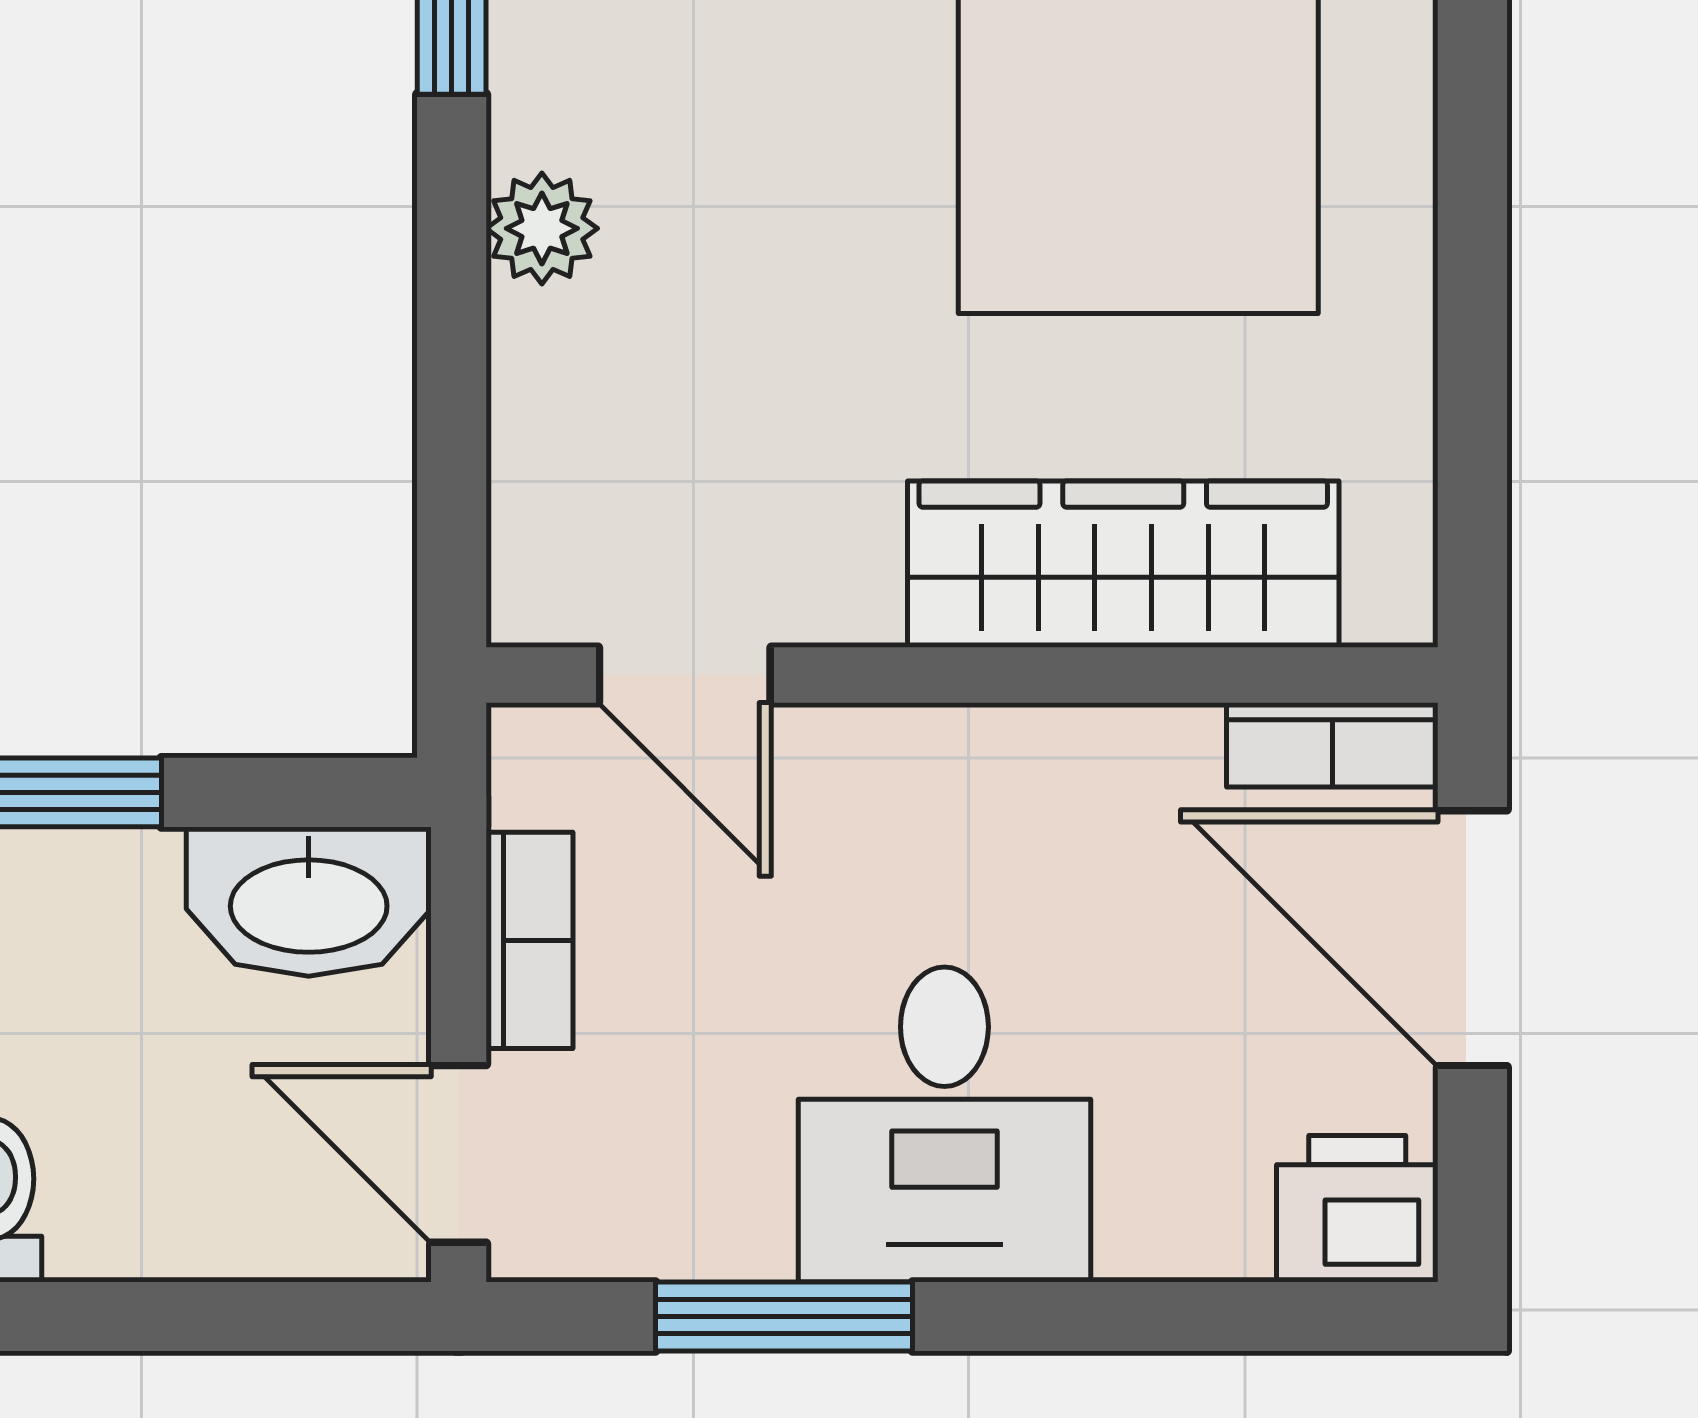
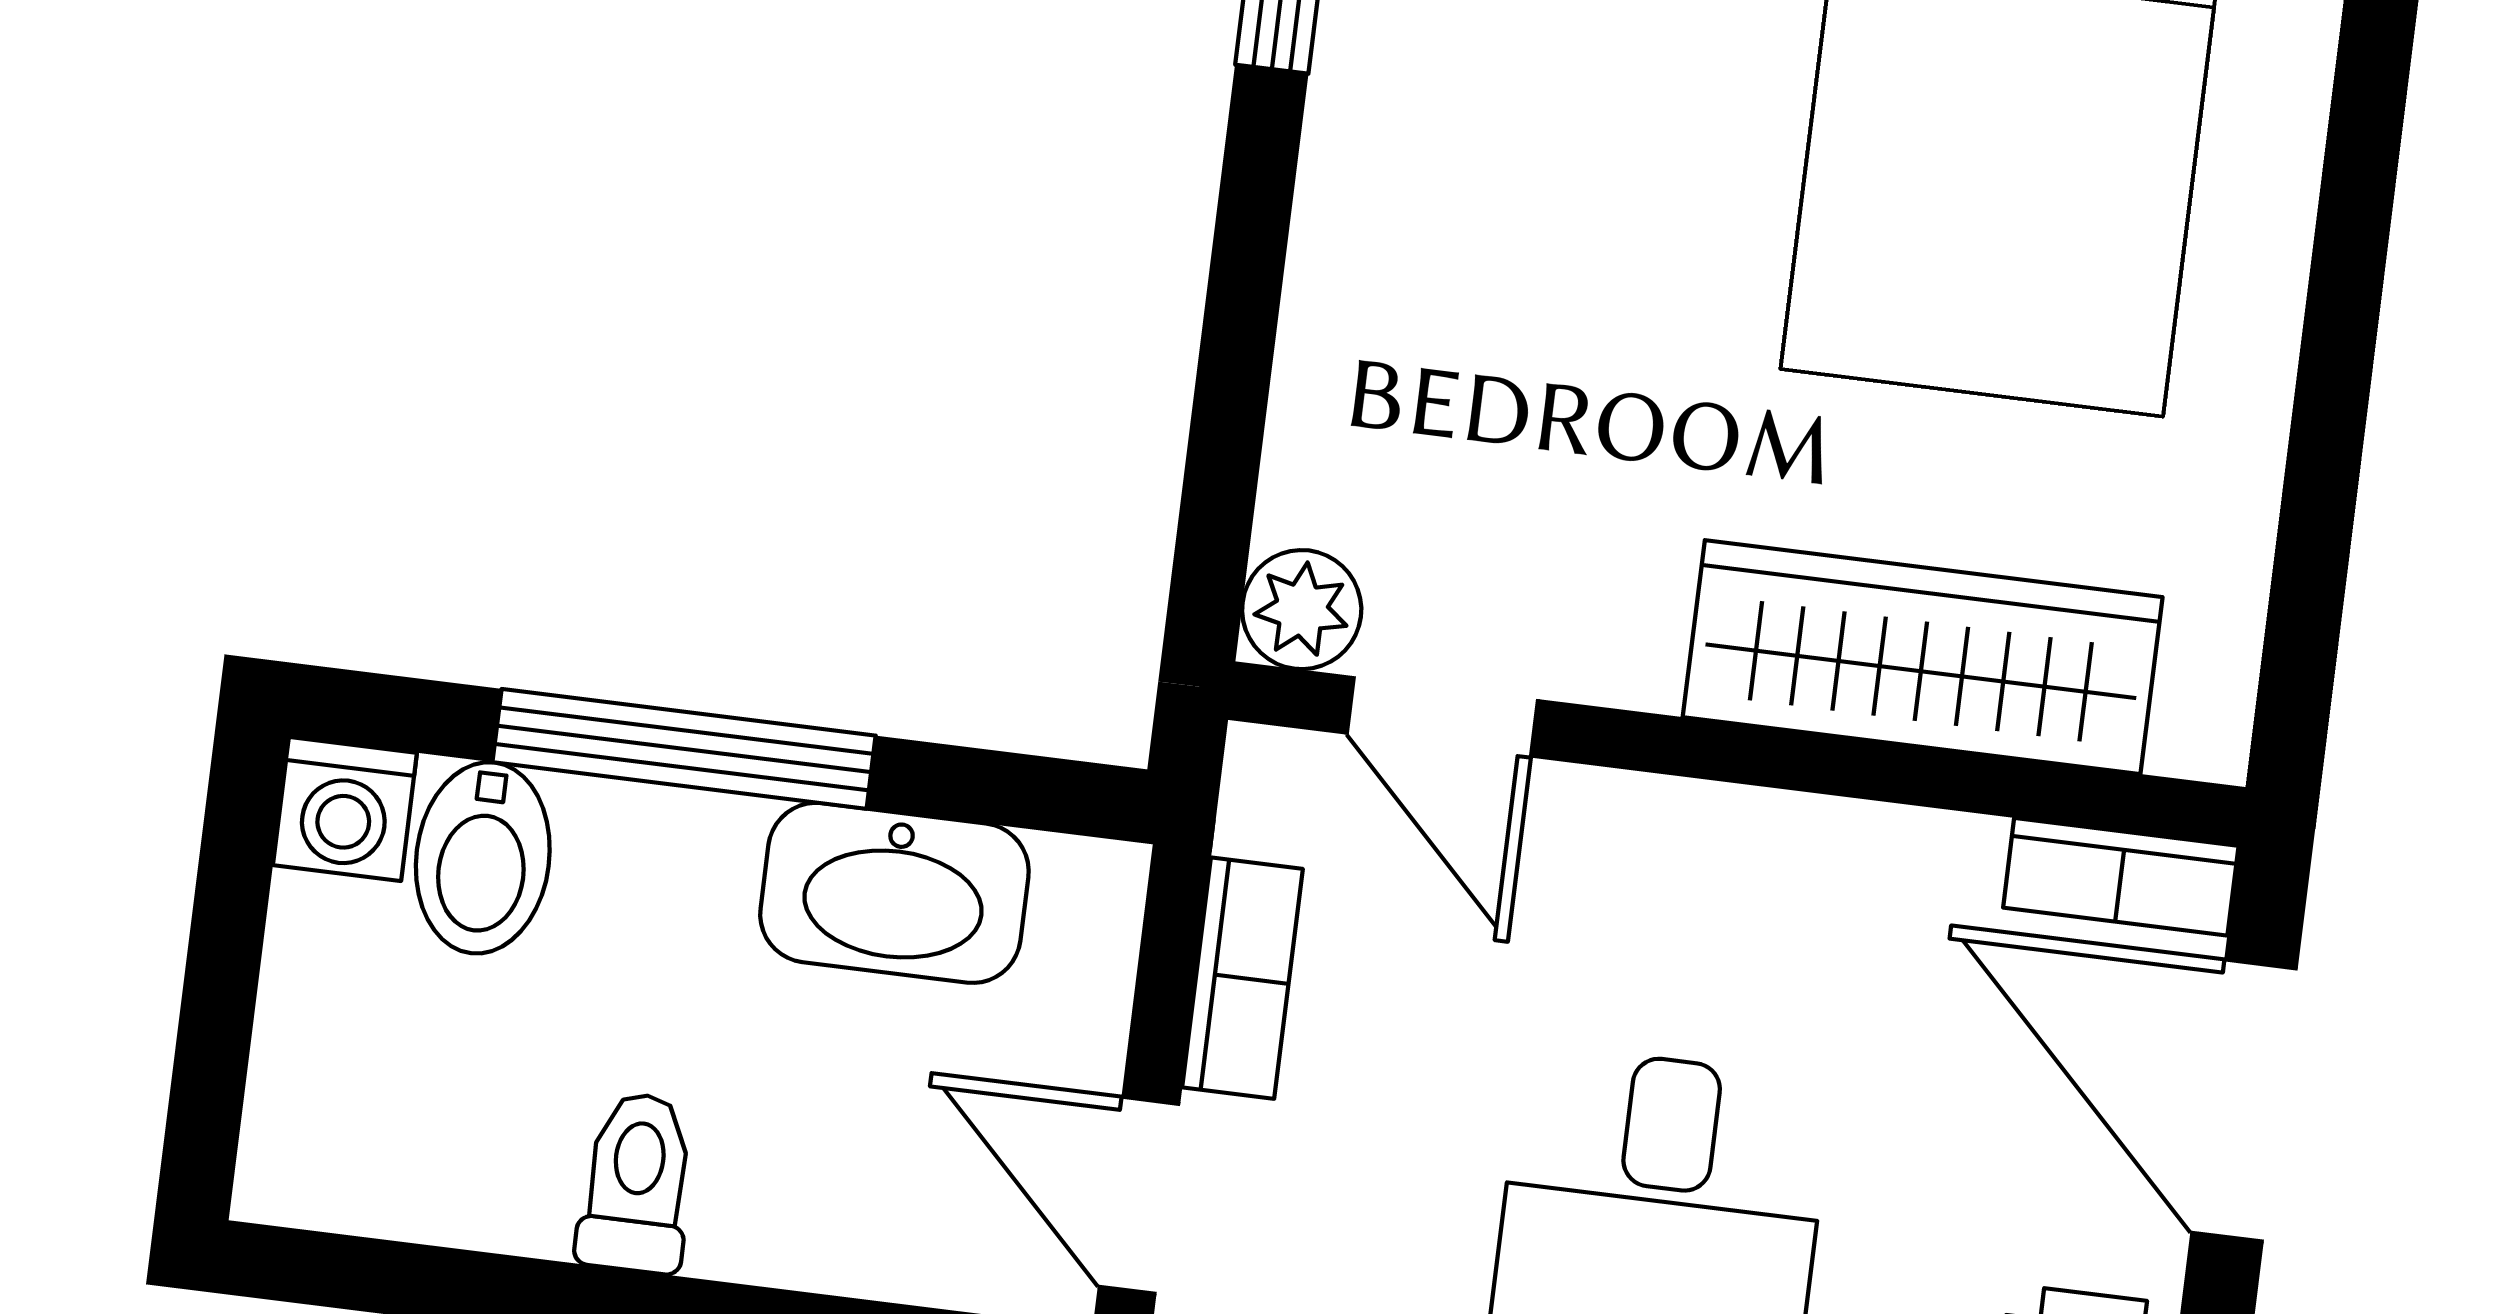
plant: (542, 228) -> (1302, 610), moved
washbasin: (309, 902) -> (894, 893), moved

